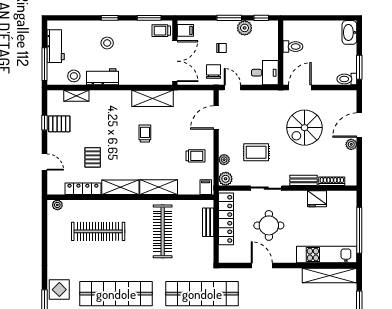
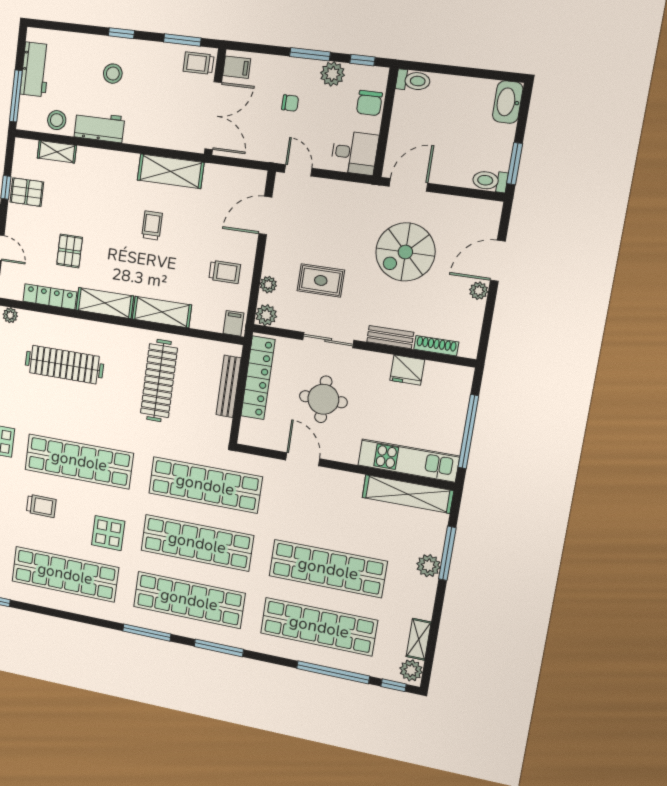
toilet: (293, 47) -> (413, 81), moved
chair: (214, 72) -> (369, 103), moved, turned 180
bench: (208, 222) -> (229, 386), width x1.36

